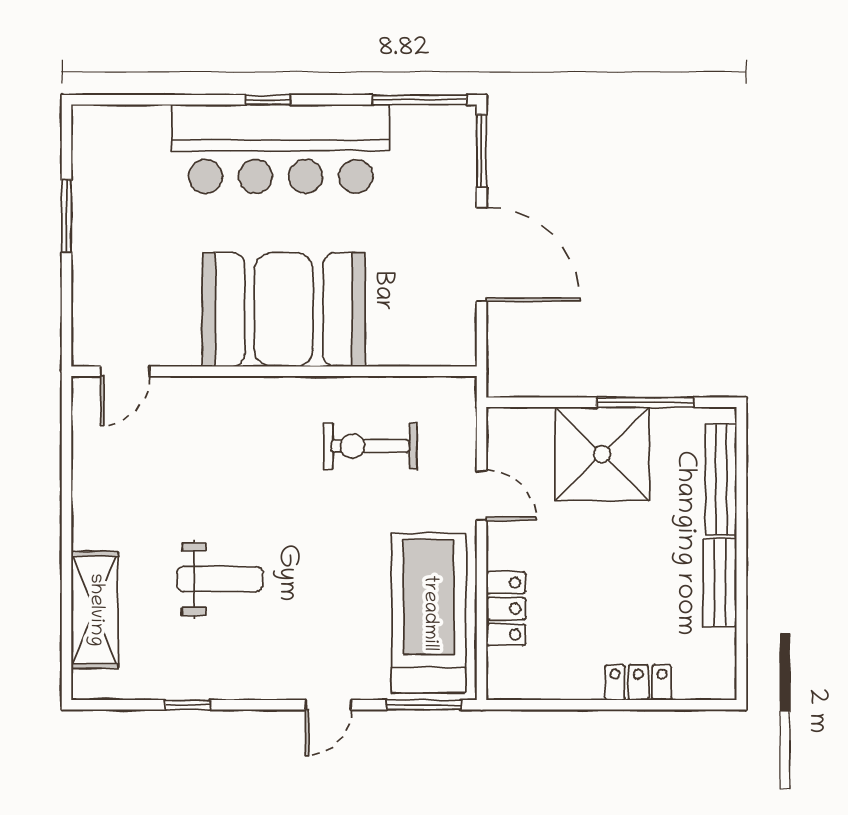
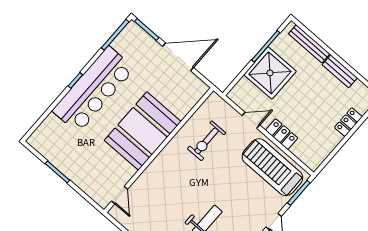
locker: (506, 609) -> (282, 134), moved

